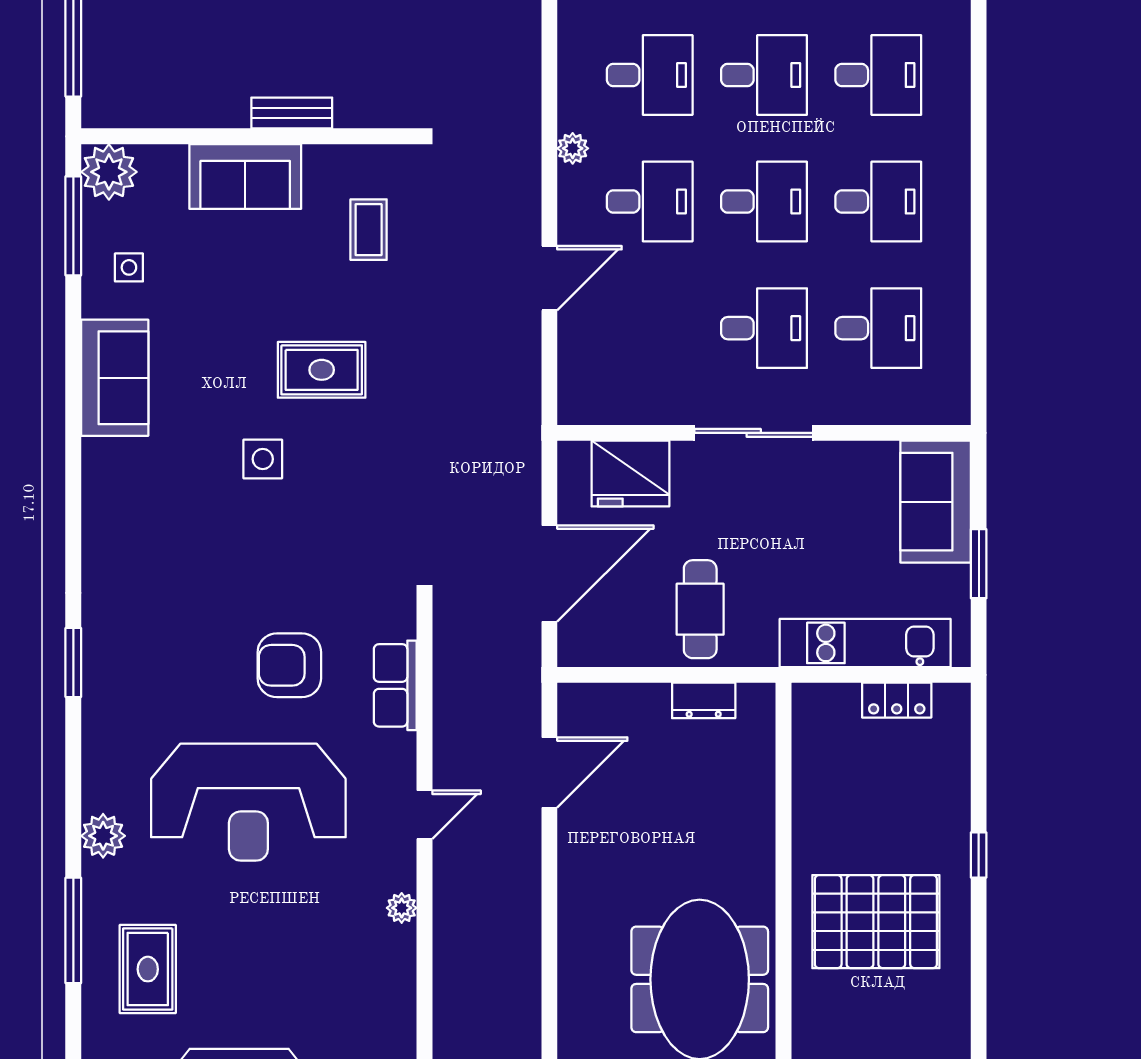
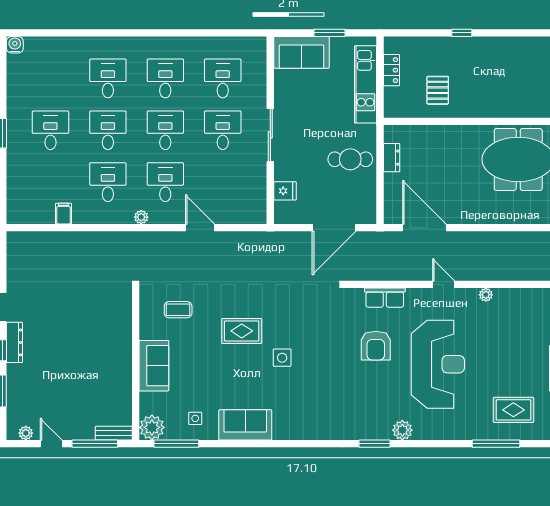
bench: (292, 113) -> (114, 433), moved, turned 90
rug: (322, 370) -> (242, 331), turned 90
fridge: (630, 474) -> (285, 191), width x0.53, depth x0.75
door: (549, 573) -> (334, 228), swing flipped
door: (549, 772) -> (424, 228), width x1.36
plant: (103, 836) -> (402, 430), moved
pallet: (876, 922) -> (438, 90), moved, width x0.49, depth x0.50

